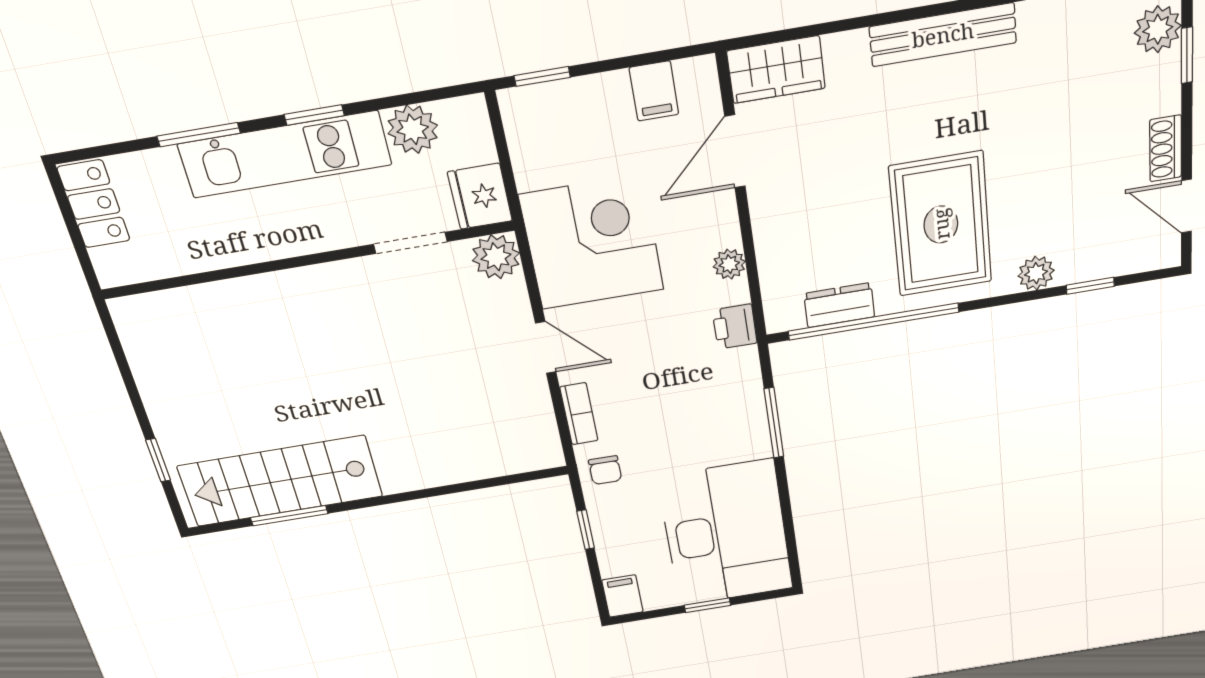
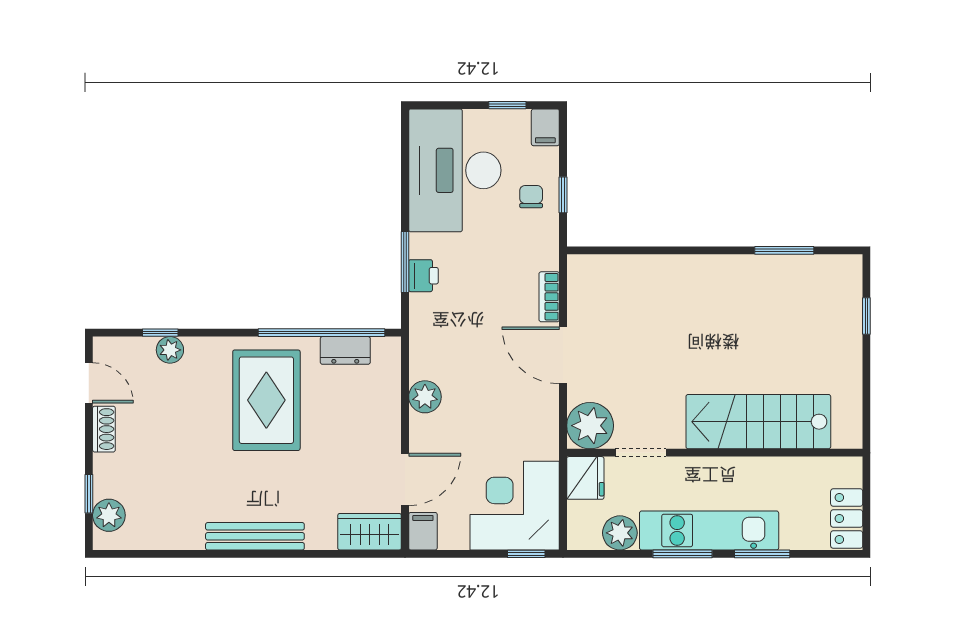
filing cabinet: (654, 91) -> (423, 531), moved
window: (314, 115) -> (683, 554), width x1.50
corner desk: (592, 243) -> (515, 506), moved, turned 90
plant: (496, 257) -> (590, 426), width x1.36, depth x1.36
plant: (729, 264) -> (425, 397), width x1.38, depth x1.38
plant: (1036, 273) -> (170, 350), moved
printer: (735, 327) -> (423, 276), moved
door: (546, 348) -> (563, 355), width x1.38
chair: (605, 470) -> (531, 197), moved
stairs: (280, 481) -> (758, 422), moved, turned 180
window: (707, 605) -> (507, 105), moved

